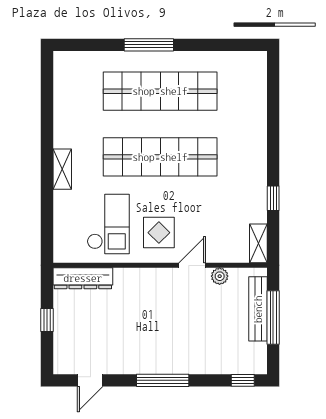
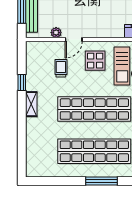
trolley: (212, 221) -> (61, 68), added
shelving: (258, 243) -> (31, 104), moved

